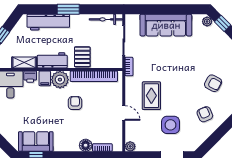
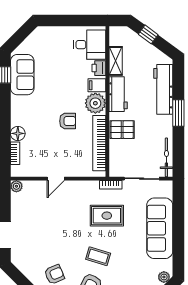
coffee table: (190, 77) -> (98, 256), added
rug: (151, 96) -> (107, 216), moved
side table: (171, 125) -> (42, 234), removed

